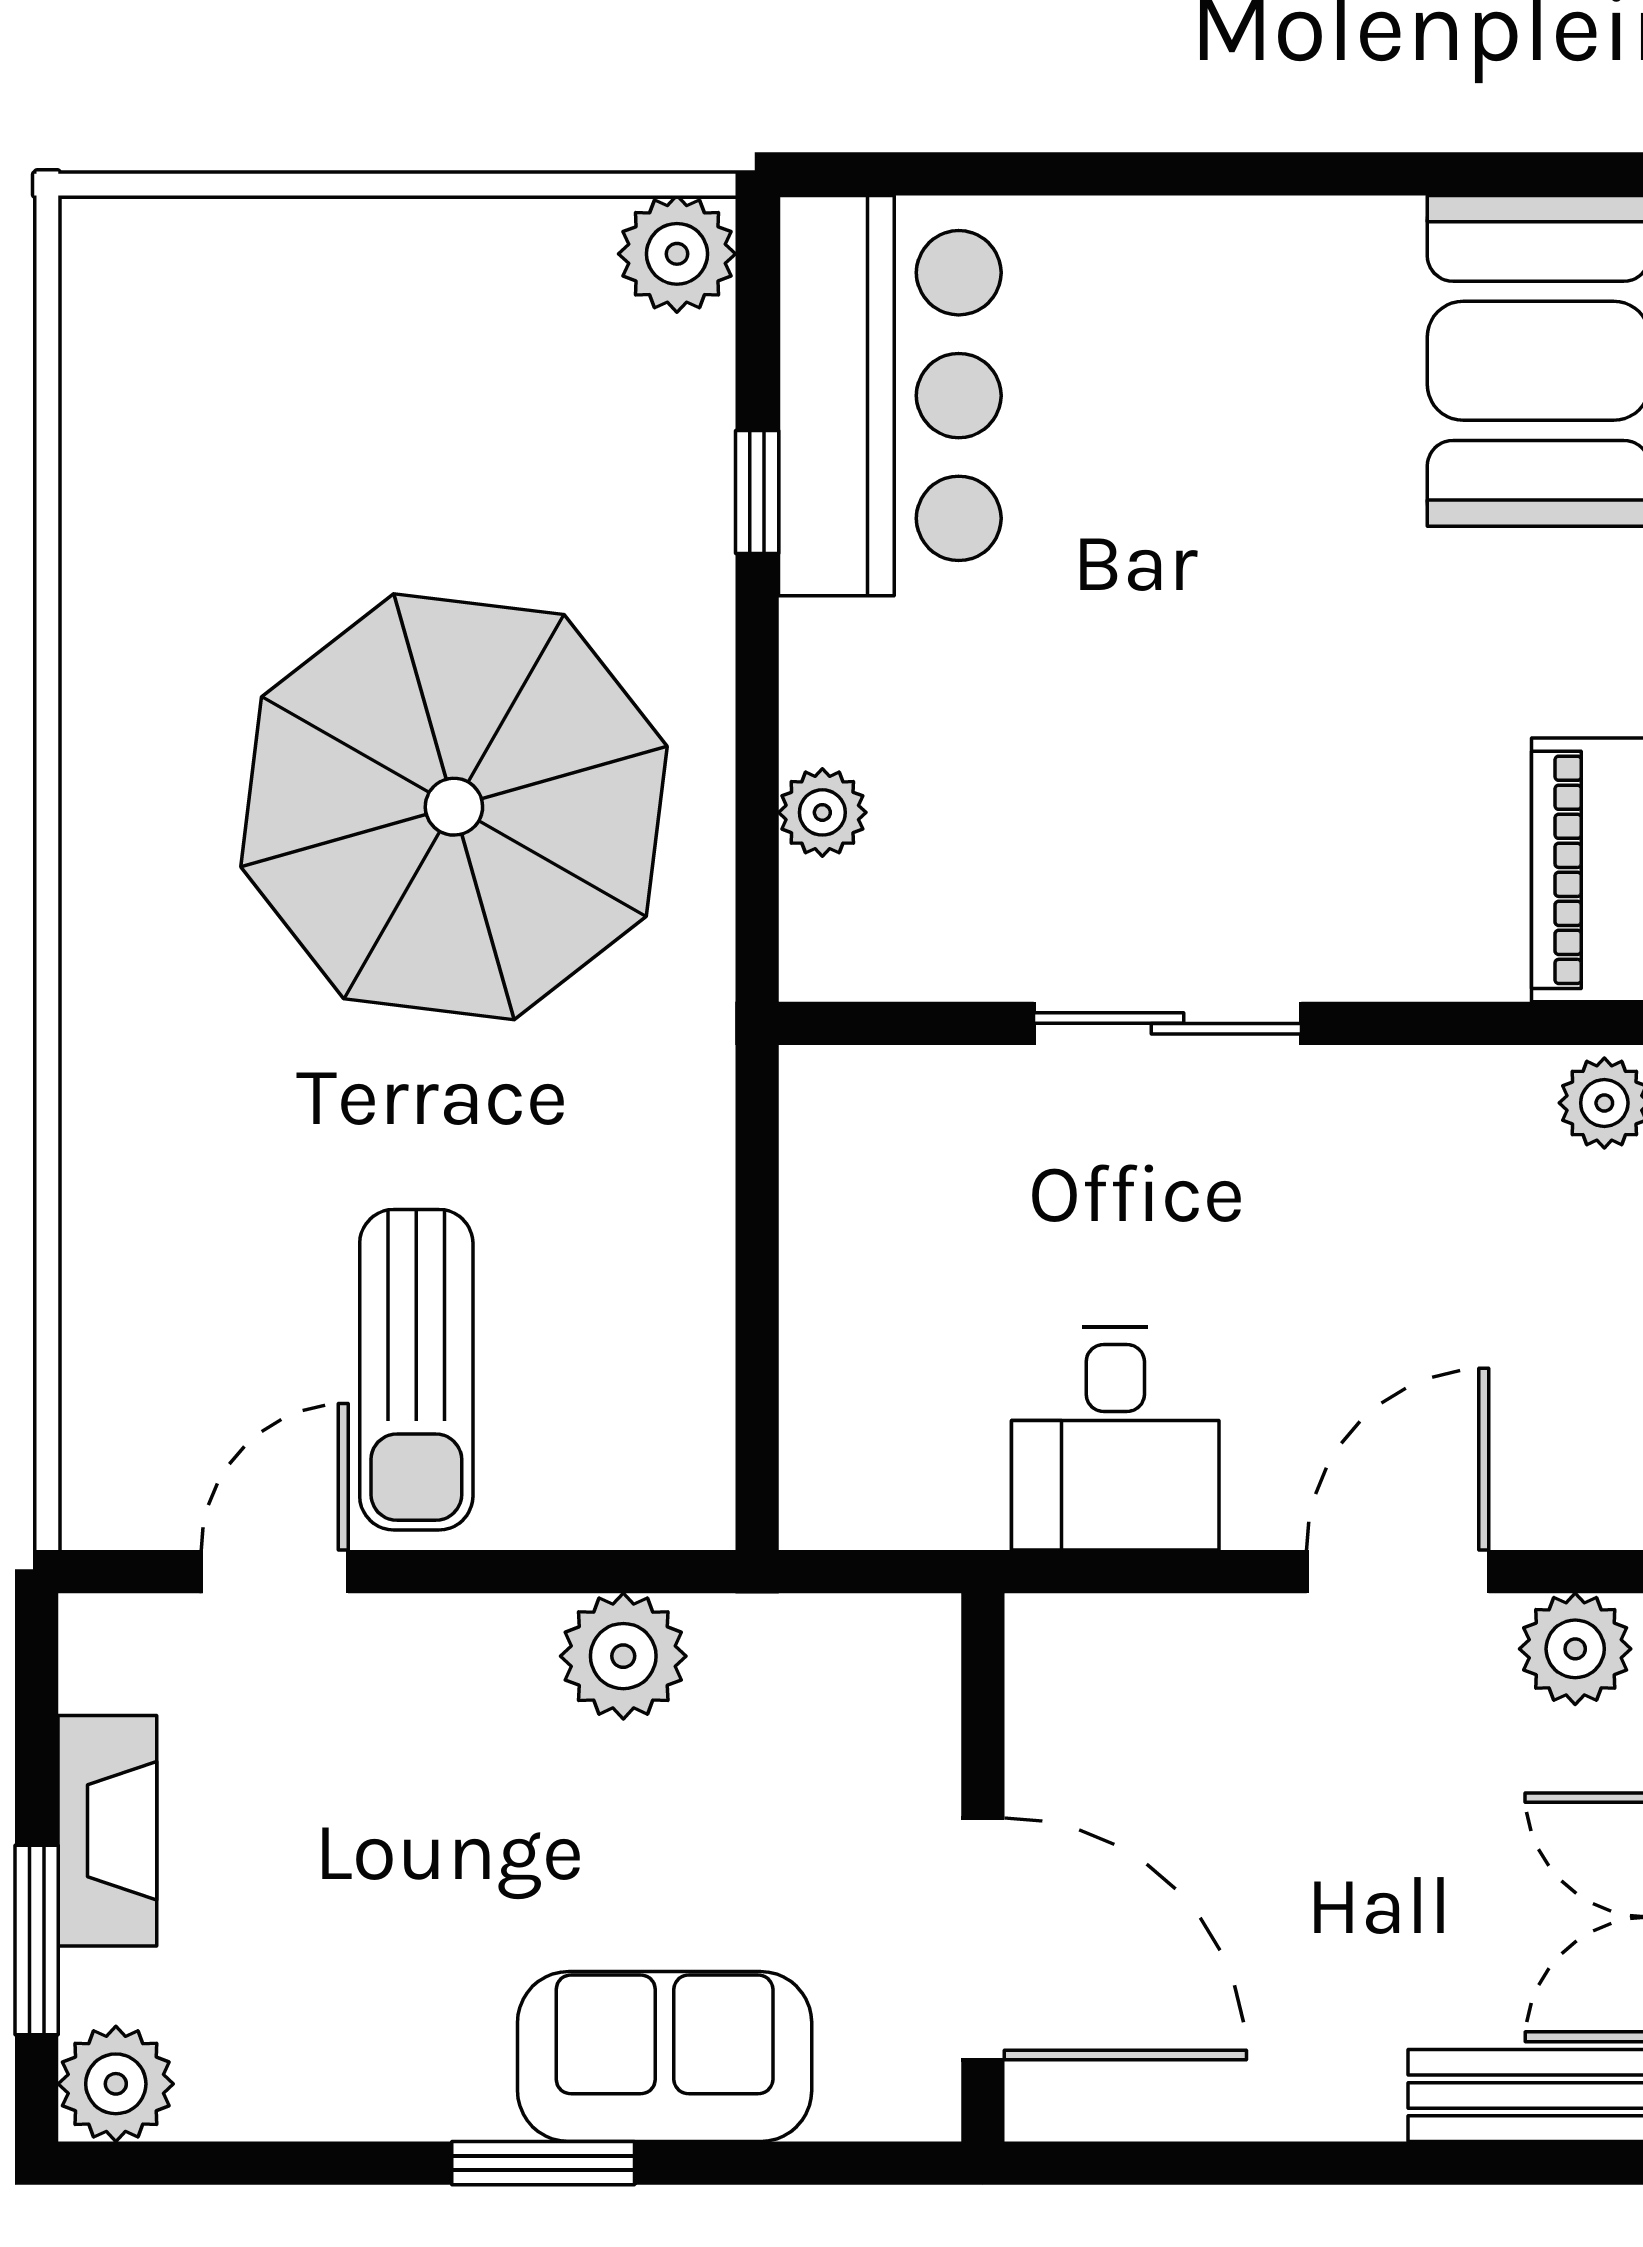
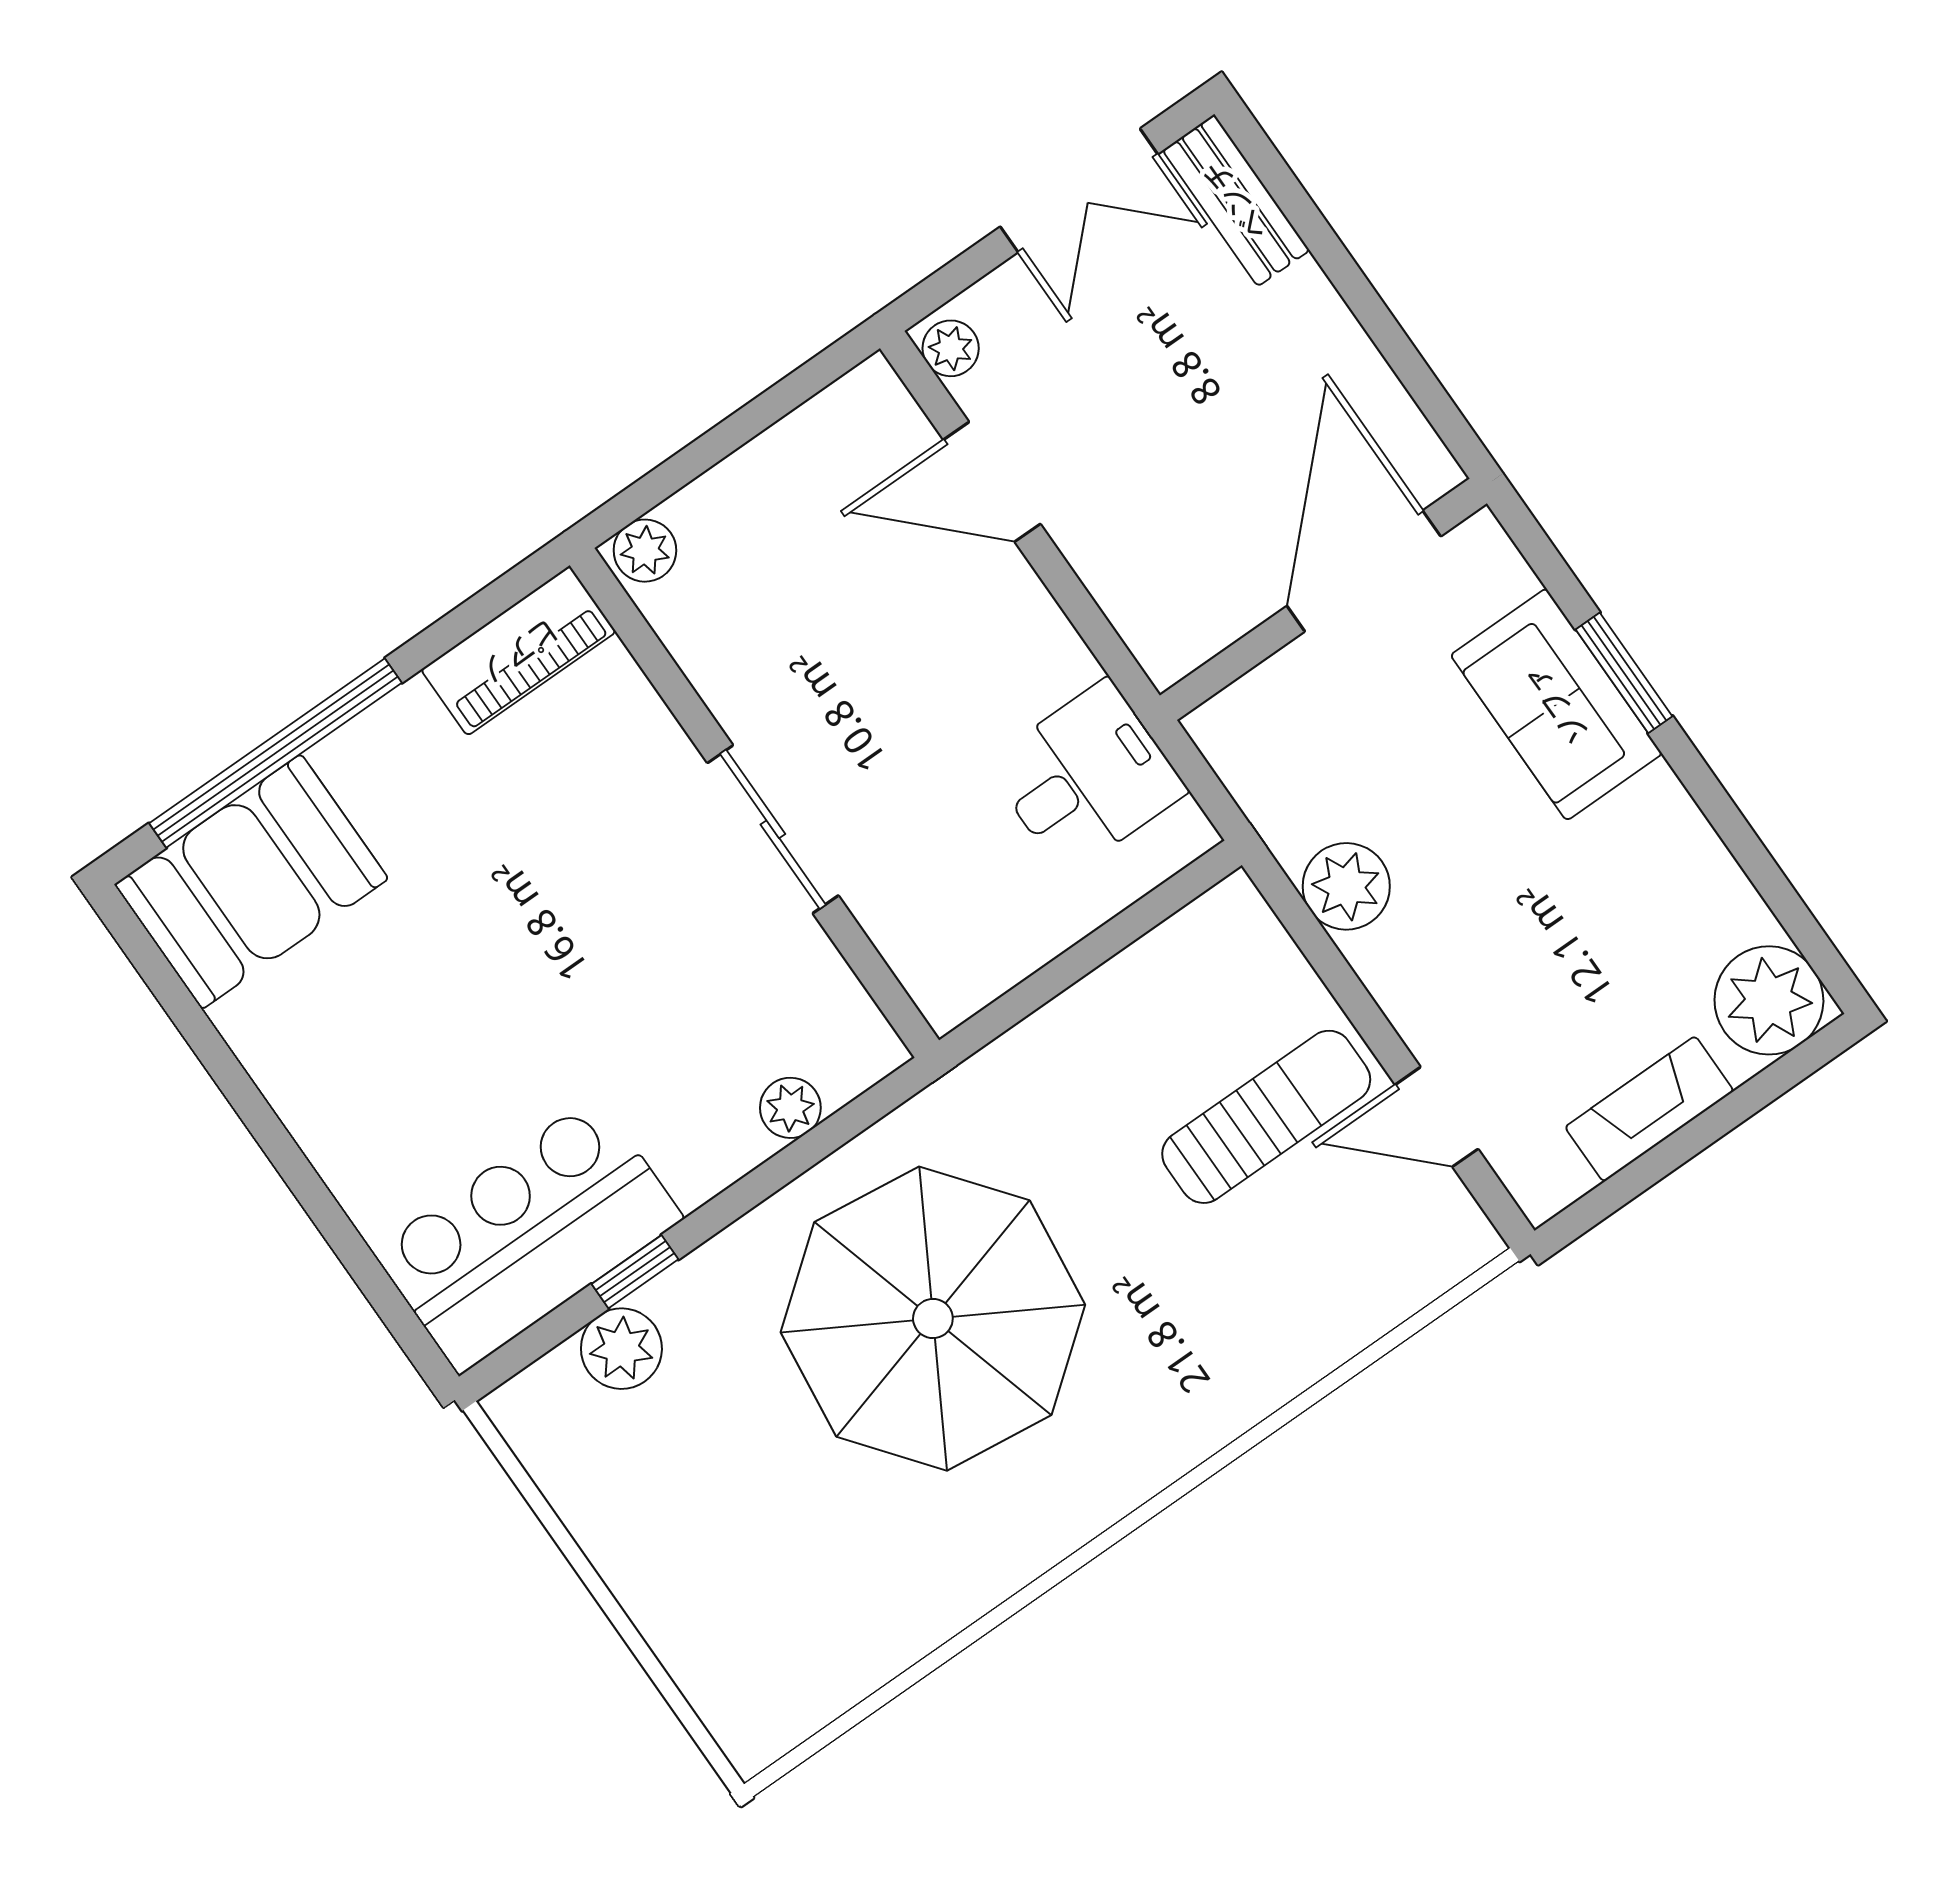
plant: (677, 254) -> (621, 1349), moved
desk: (1115, 1438) -> (1086, 777), moved
plant: (1575, 1649) -> (951, 348), width x0.73, depth x0.73
window: (37, 1940) -> (1739, 1106), removed
plant: (116, 2084) -> (1769, 1000), width x1.36, depth x1.36
window: (543, 2163) -> (1624, 673), moved

